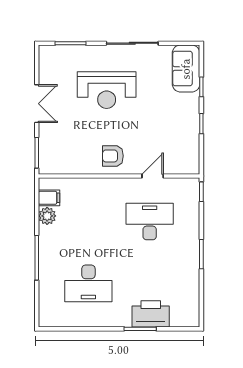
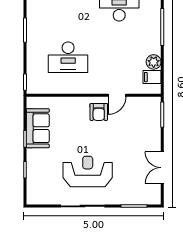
sofa: (186, 69) -> (38, 128), moved
reception desk: (107, 90) -> (88, 171), moved
double door: (37, 104) -> (162, 168), moved
armchair: (113, 156) -> (99, 112), turned 90
door: (153, 176) -> (117, 95), moved

